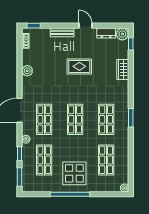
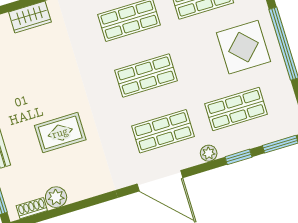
rug: (79, 66) -> (60, 133), moved, turned 90
plant: (27, 71) -> (56, 197), moved

